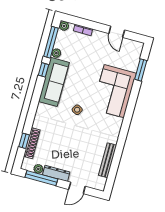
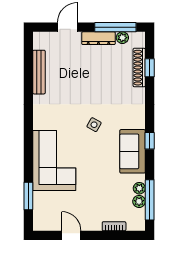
plant: (64, 26) -> (139, 201), moved
window: (43, 70) -> (150, 141), moved
sofa: (54, 82) -> (133, 151), width x0.73

